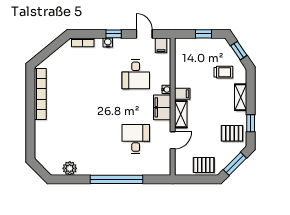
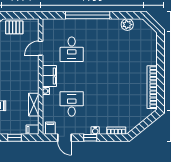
filing cabinet: (182, 94) -> (32, 130), moved
shelving: (181, 114) -> (34, 105), moved

